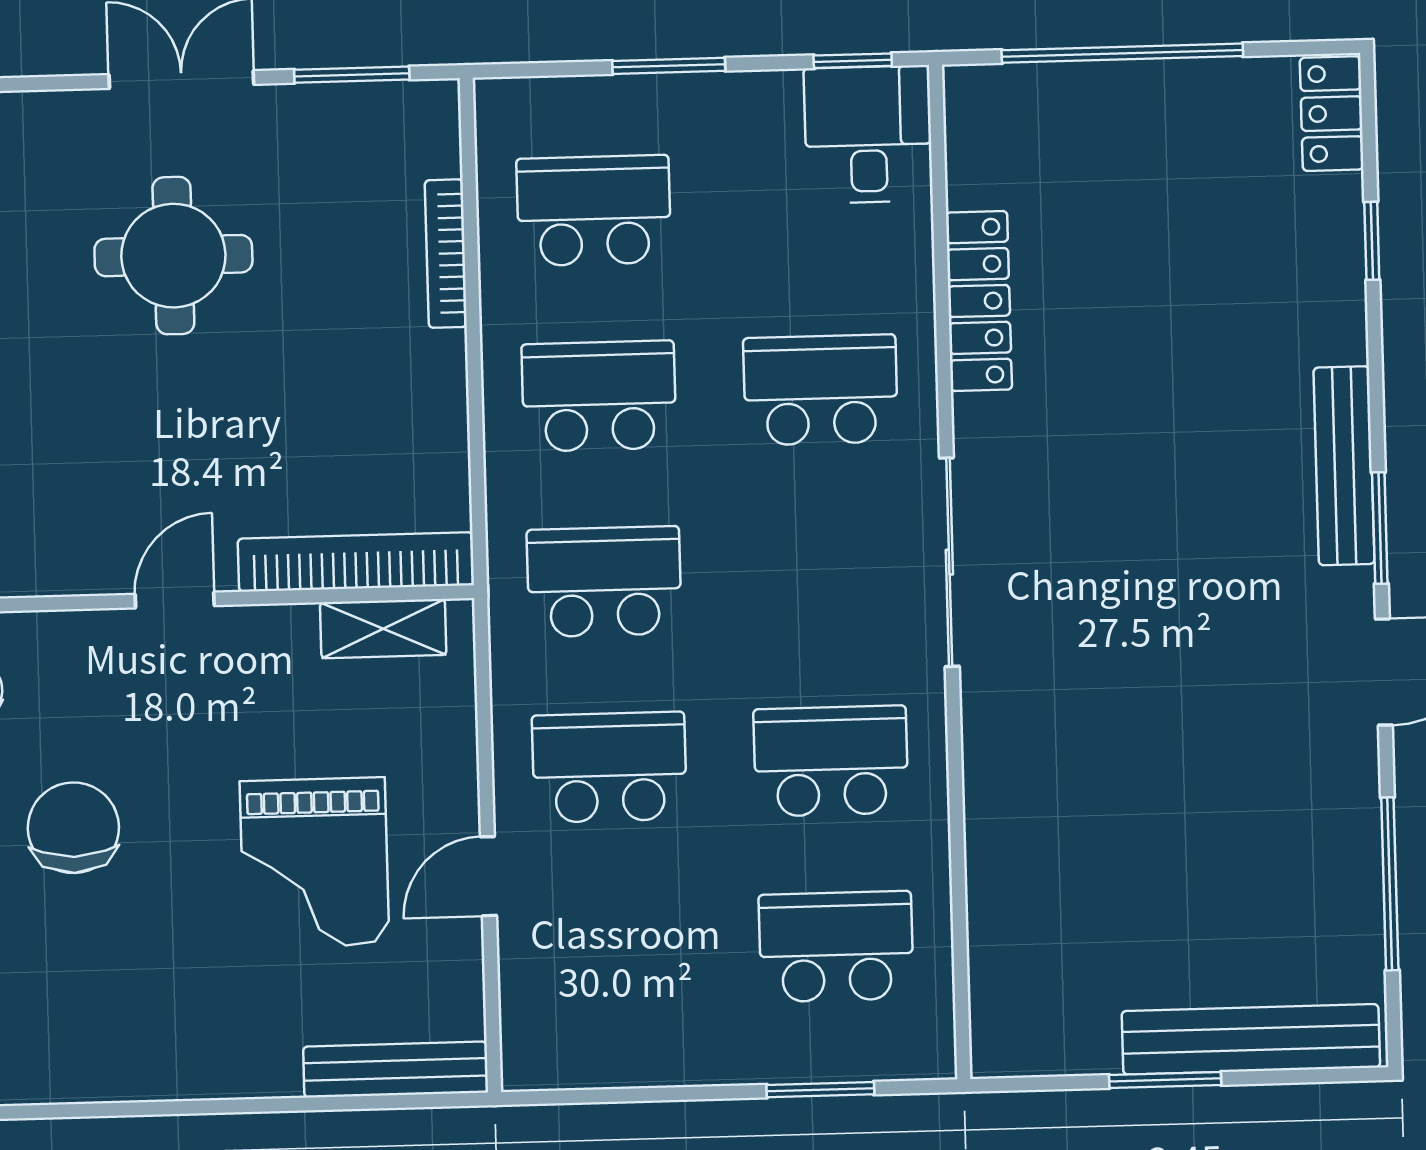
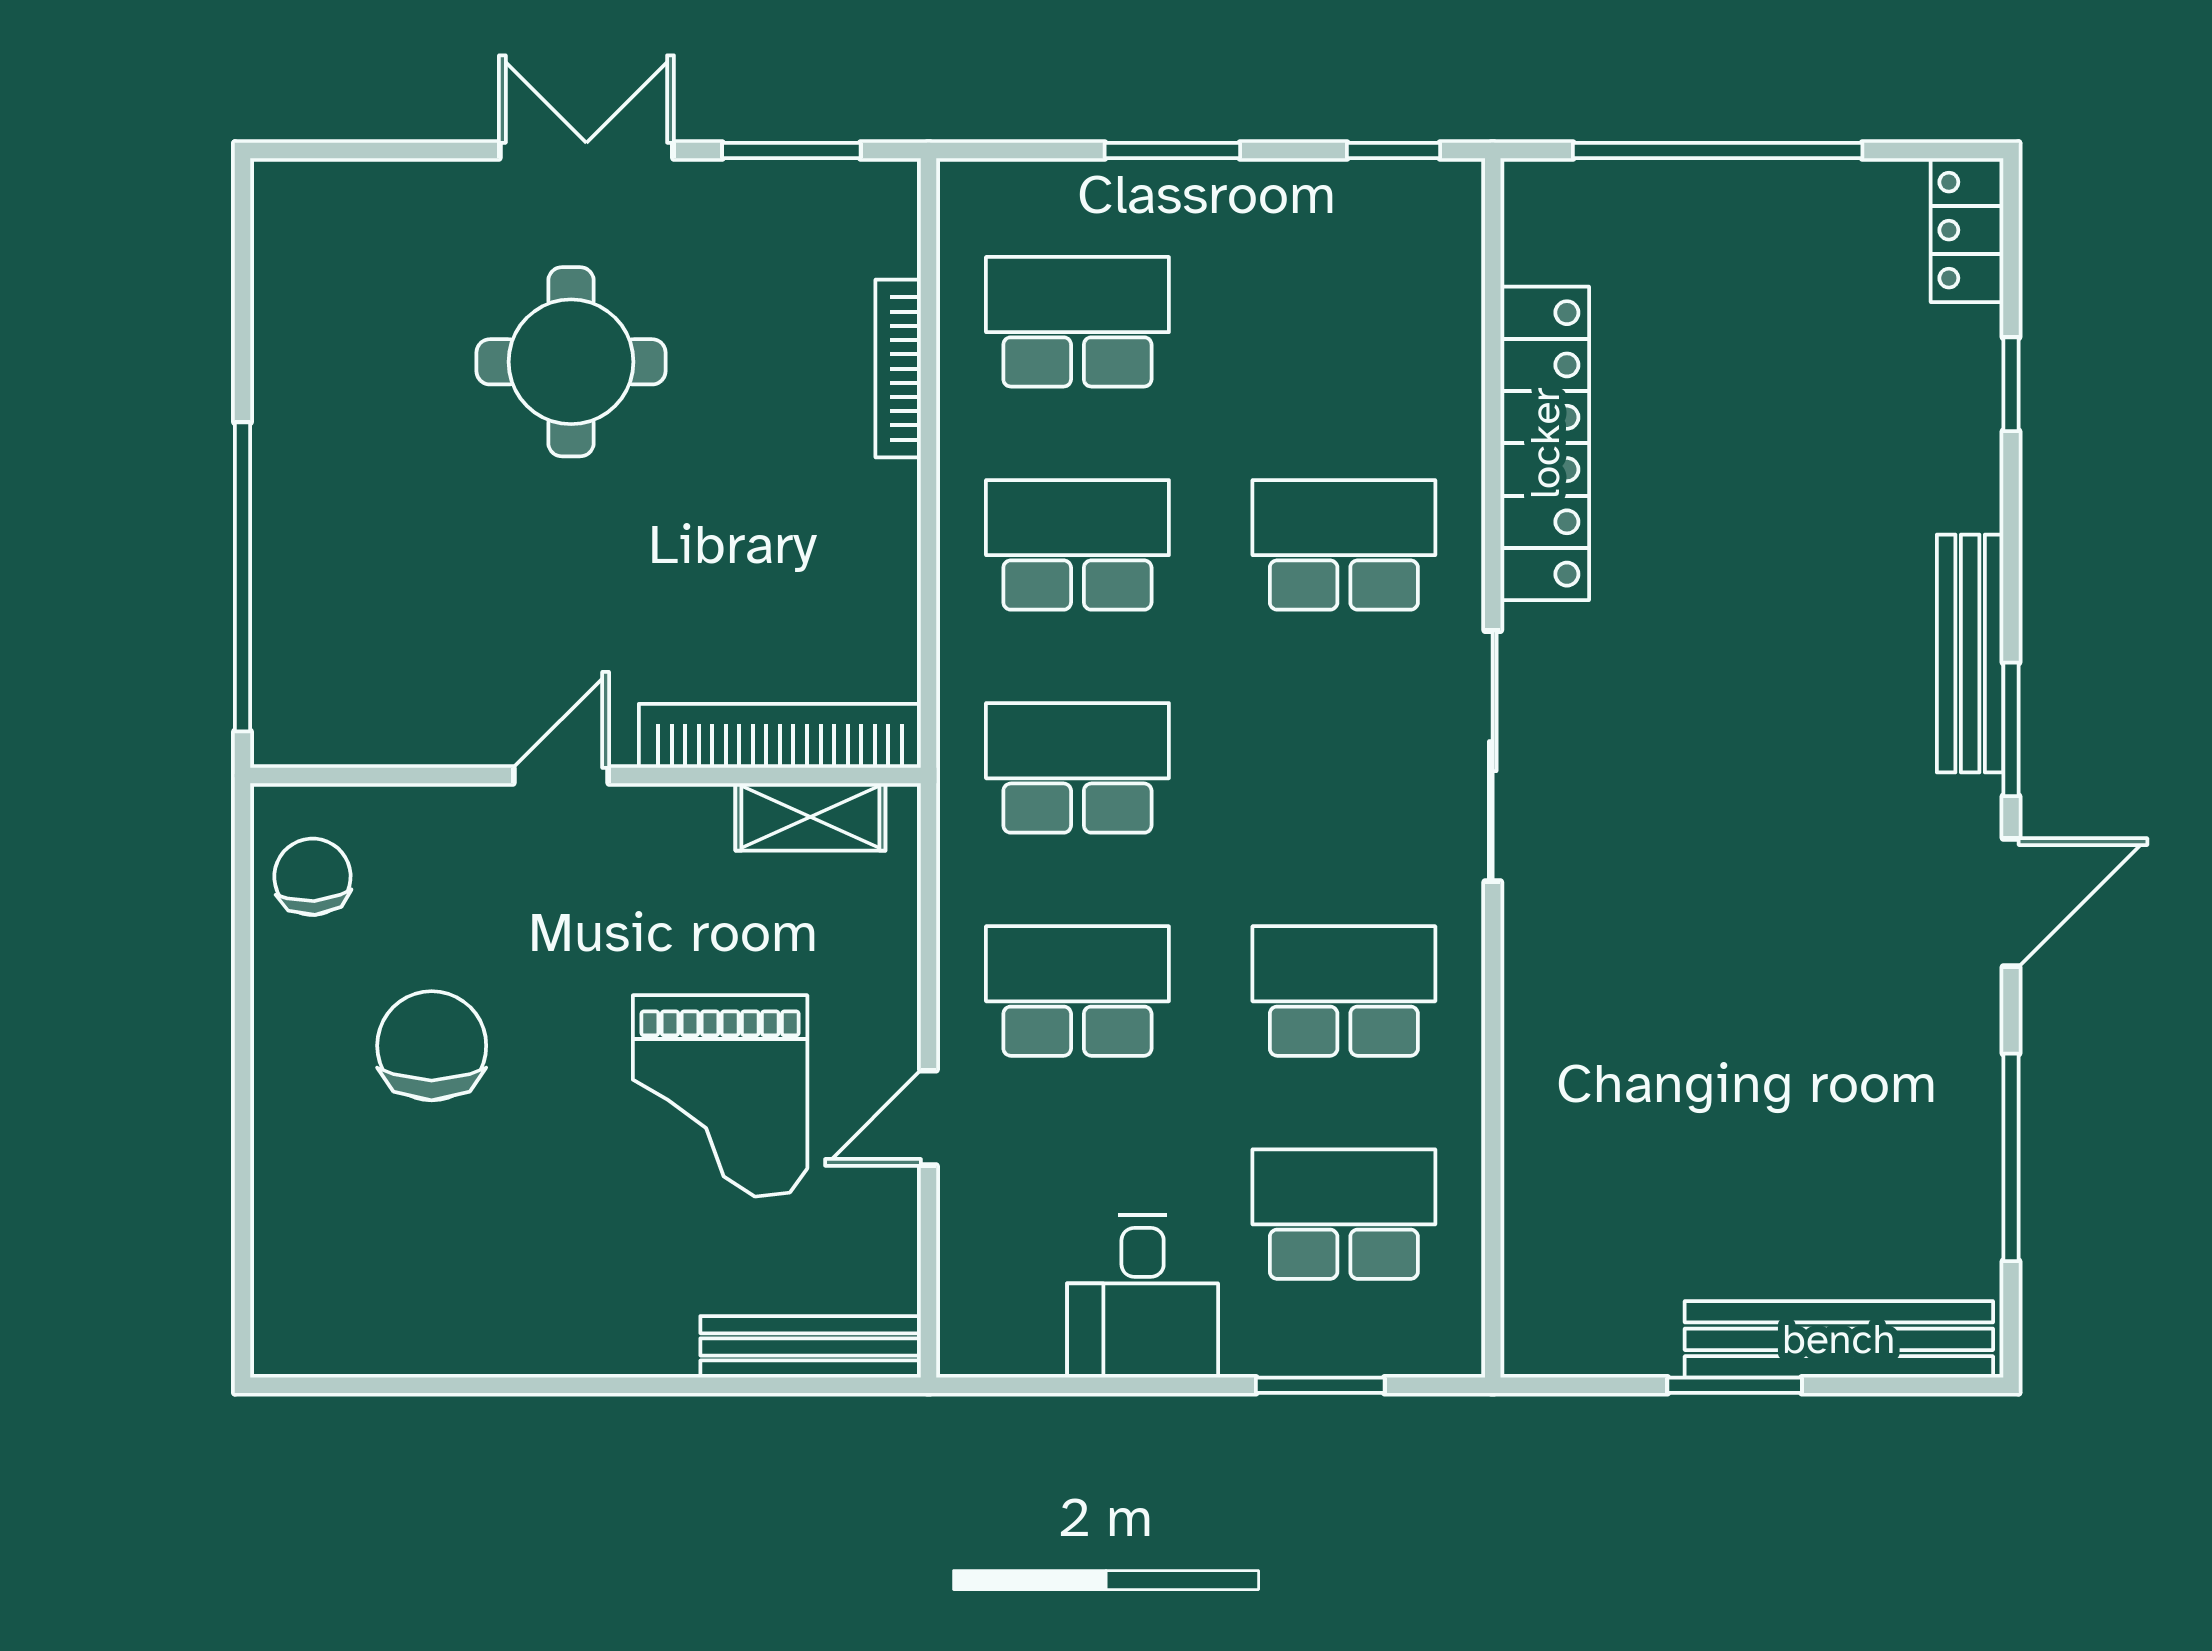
desk: (868, 134) -> (1143, 1296), moved, turned 180
locker: (979, 301) -> (1545, 443), width x1.41, depth x1.21

